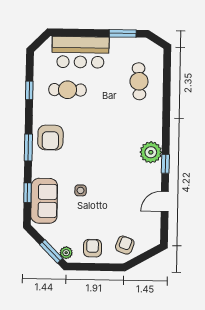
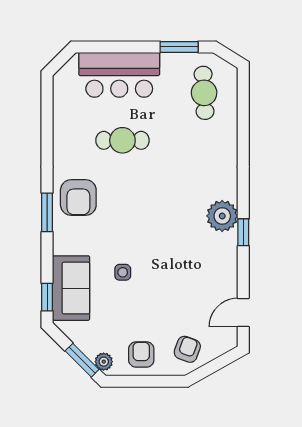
cafe table: (139, 81) -> (204, 93), moved
window: (29, 90) -> (47, 131), removed
cafe table: (67, 90) -> (122, 140), moved
window: (28, 193) -> (47, 297), moved
door: (165, 202) -> (243, 313), moved

